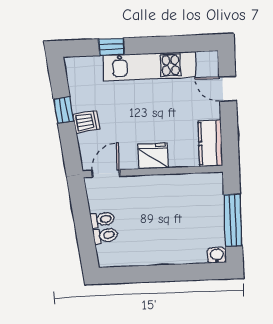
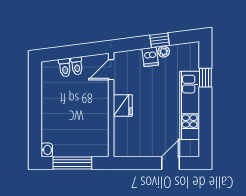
plant: (79, 104) -> (164, 52), added
kitchen counter: (210, 143) -> (130, 148), removed
door: (106, 173) -> (111, 70), swing flipped

